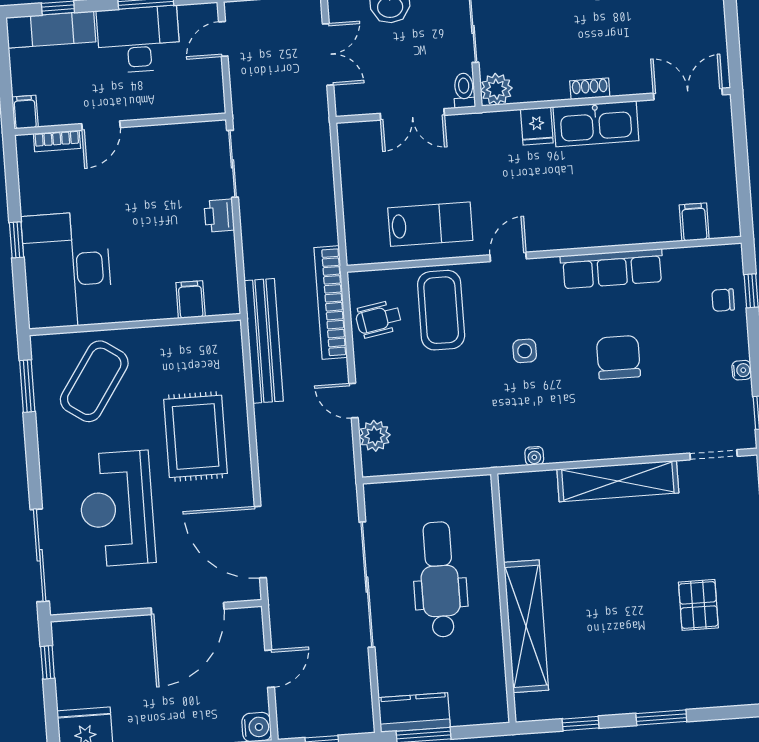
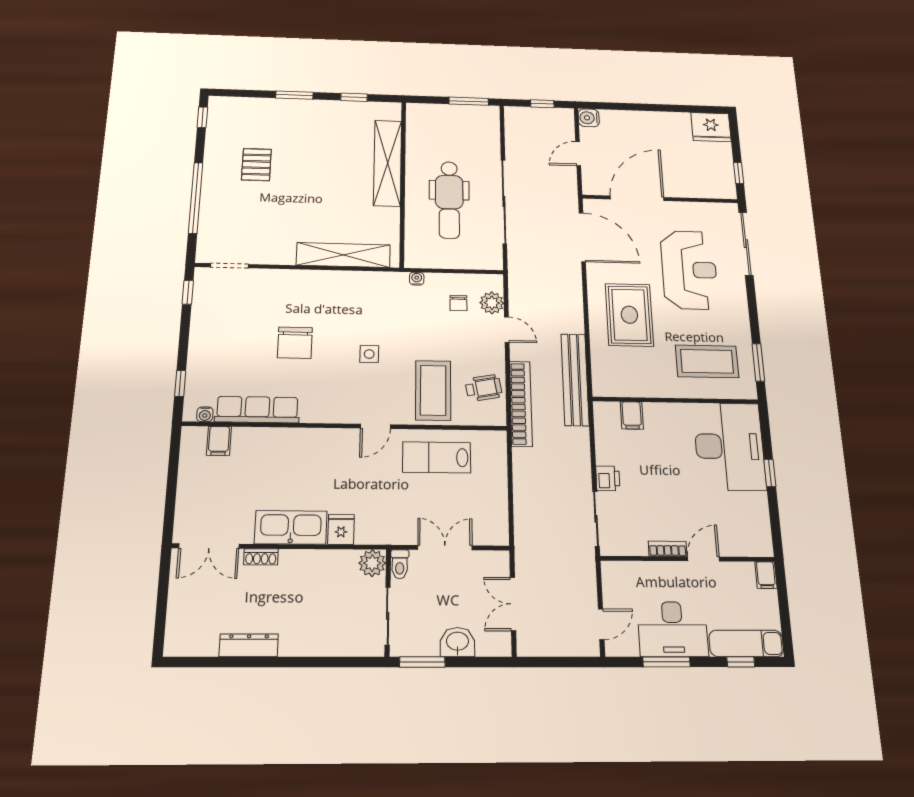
shoe rack: (590, 89) -> (261, 557), moved
bookcase: (57, 141) -> (668, 549), moved
row of seats: (612, 269) -> (257, 410), moved
chair: (723, 300) -> (458, 303), moved, turned 90
water cooler: (742, 370) -> (205, 414), moved, turned -90
coffee table: (94, 381) -> (707, 361), turned 56
water cooler: (534, 456) -> (417, 279), moved
shelving: (618, 481) -> (343, 255), moved
kitchen counter: (414, 712) -> (475, 116), removed

